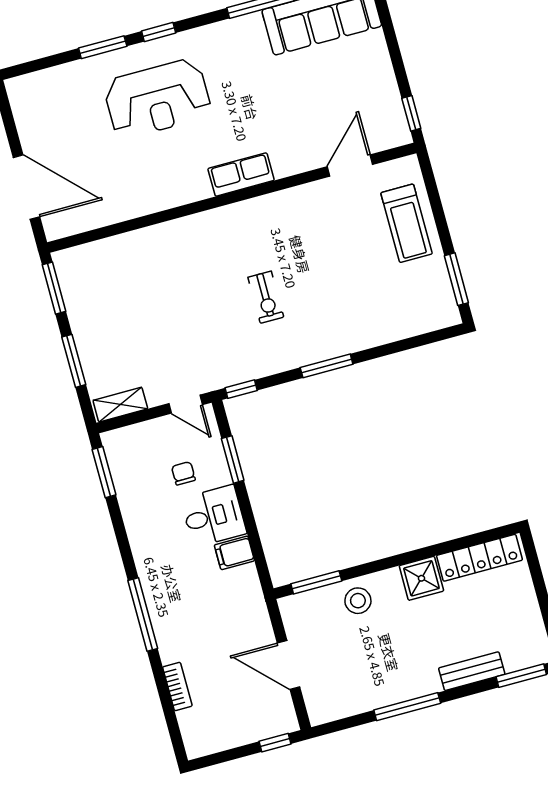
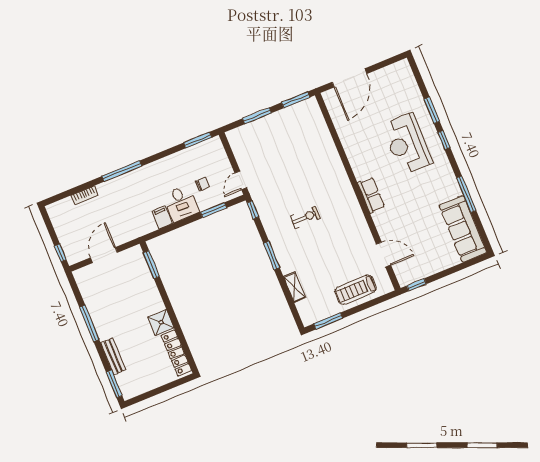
exercise bike: (266, 297) -> (305, 217), turned 180
shelving: (120, 405) -> (295, 287), moved
stool: (358, 601) -> (144, 289), removed

